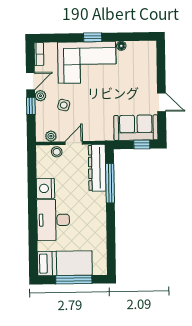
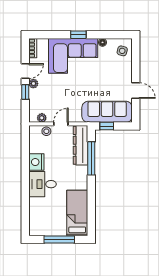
side table: (64, 105) -> (122, 51), moved
sofa: (136, 128) -> (107, 112), width x1.36
window: (142, 144) -> (107, 126), moved
desk: (53, 220) -> (42, 184), width x0.73
bed: (65, 263) -> (77, 213), moved, turned -90

